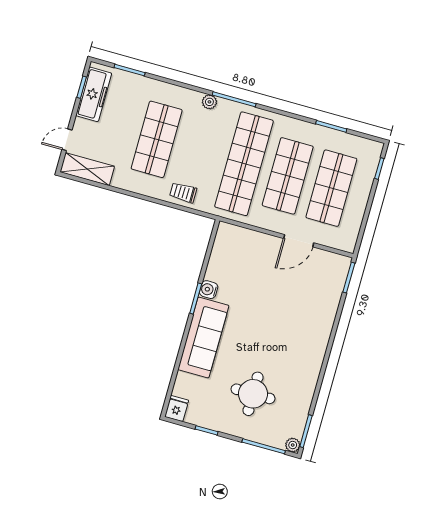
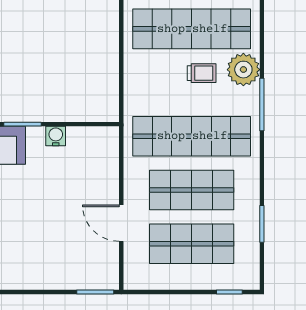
plant: (209, 102) -> (243, 70), width x1.88, depth x1.88
shop shelf: (157, 139) -> (192, 29), width x1.40
trolley: (183, 193) -> (202, 73), moved, turned 90
water cooler: (209, 290) -> (56, 136), moved

